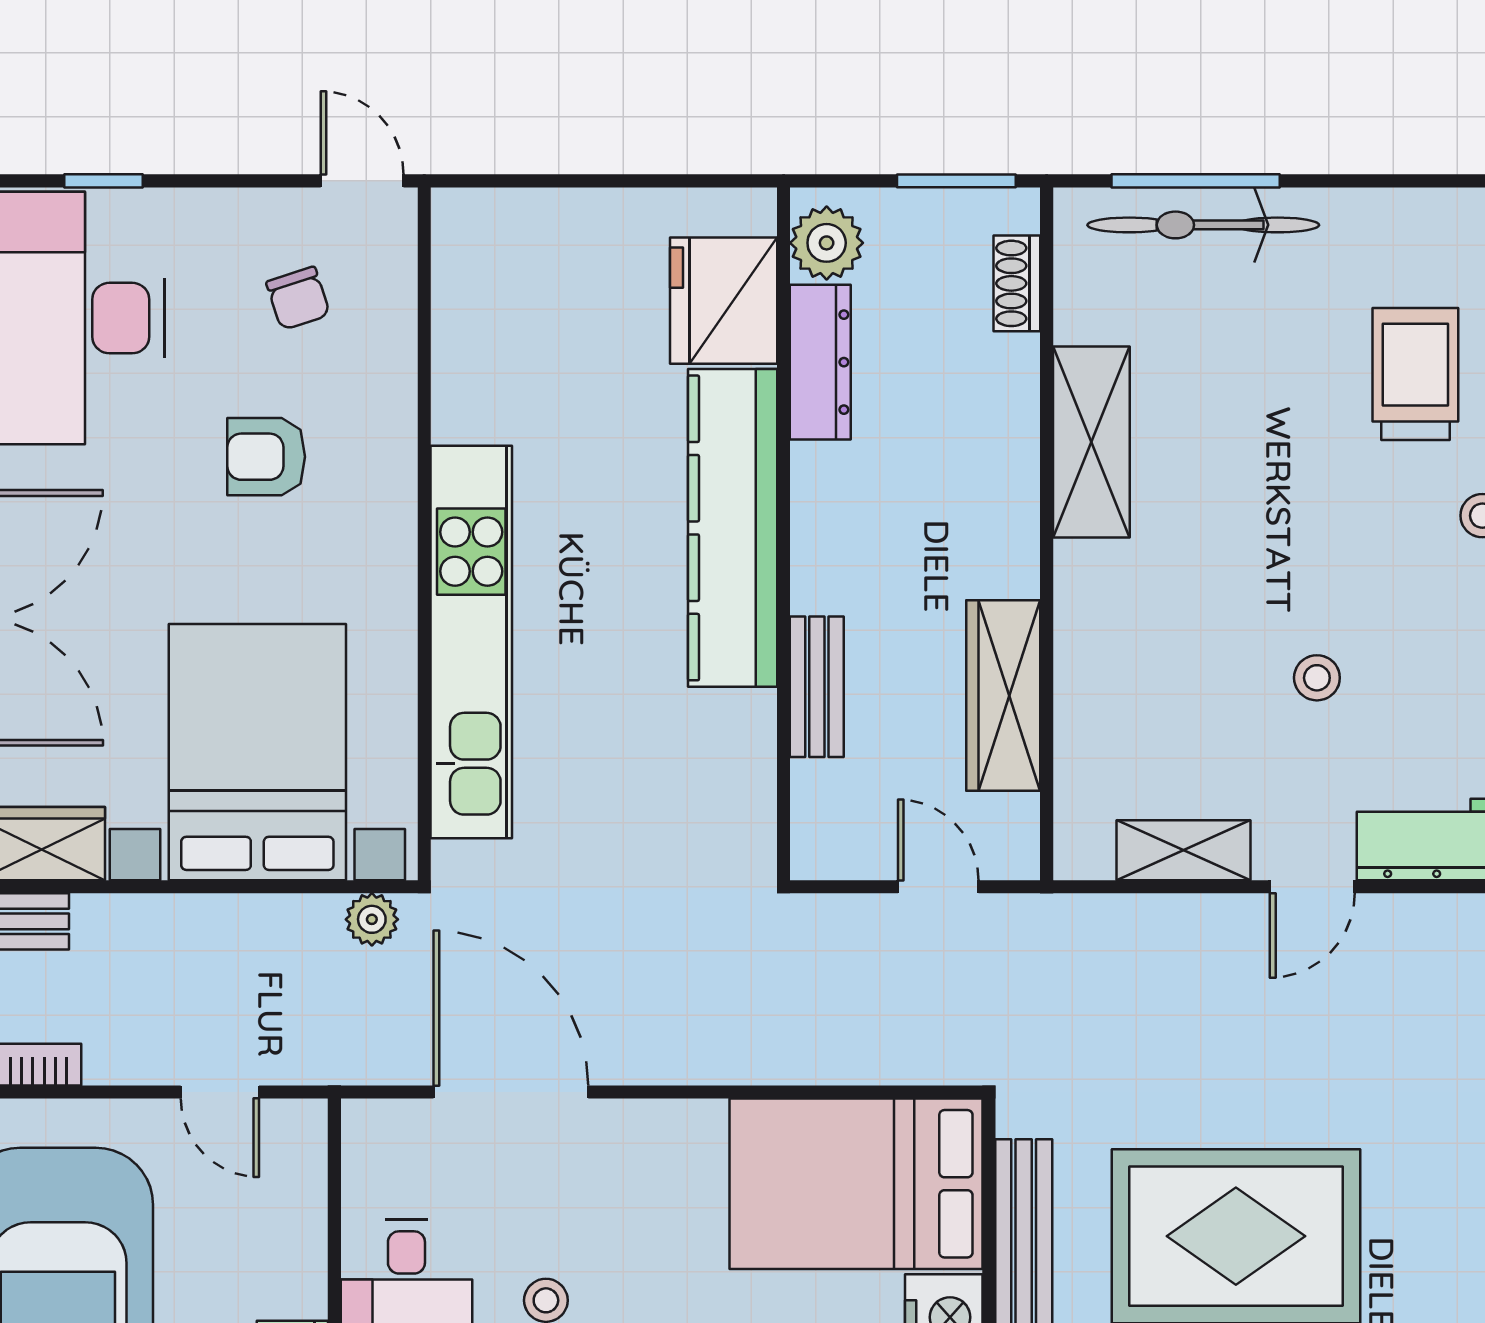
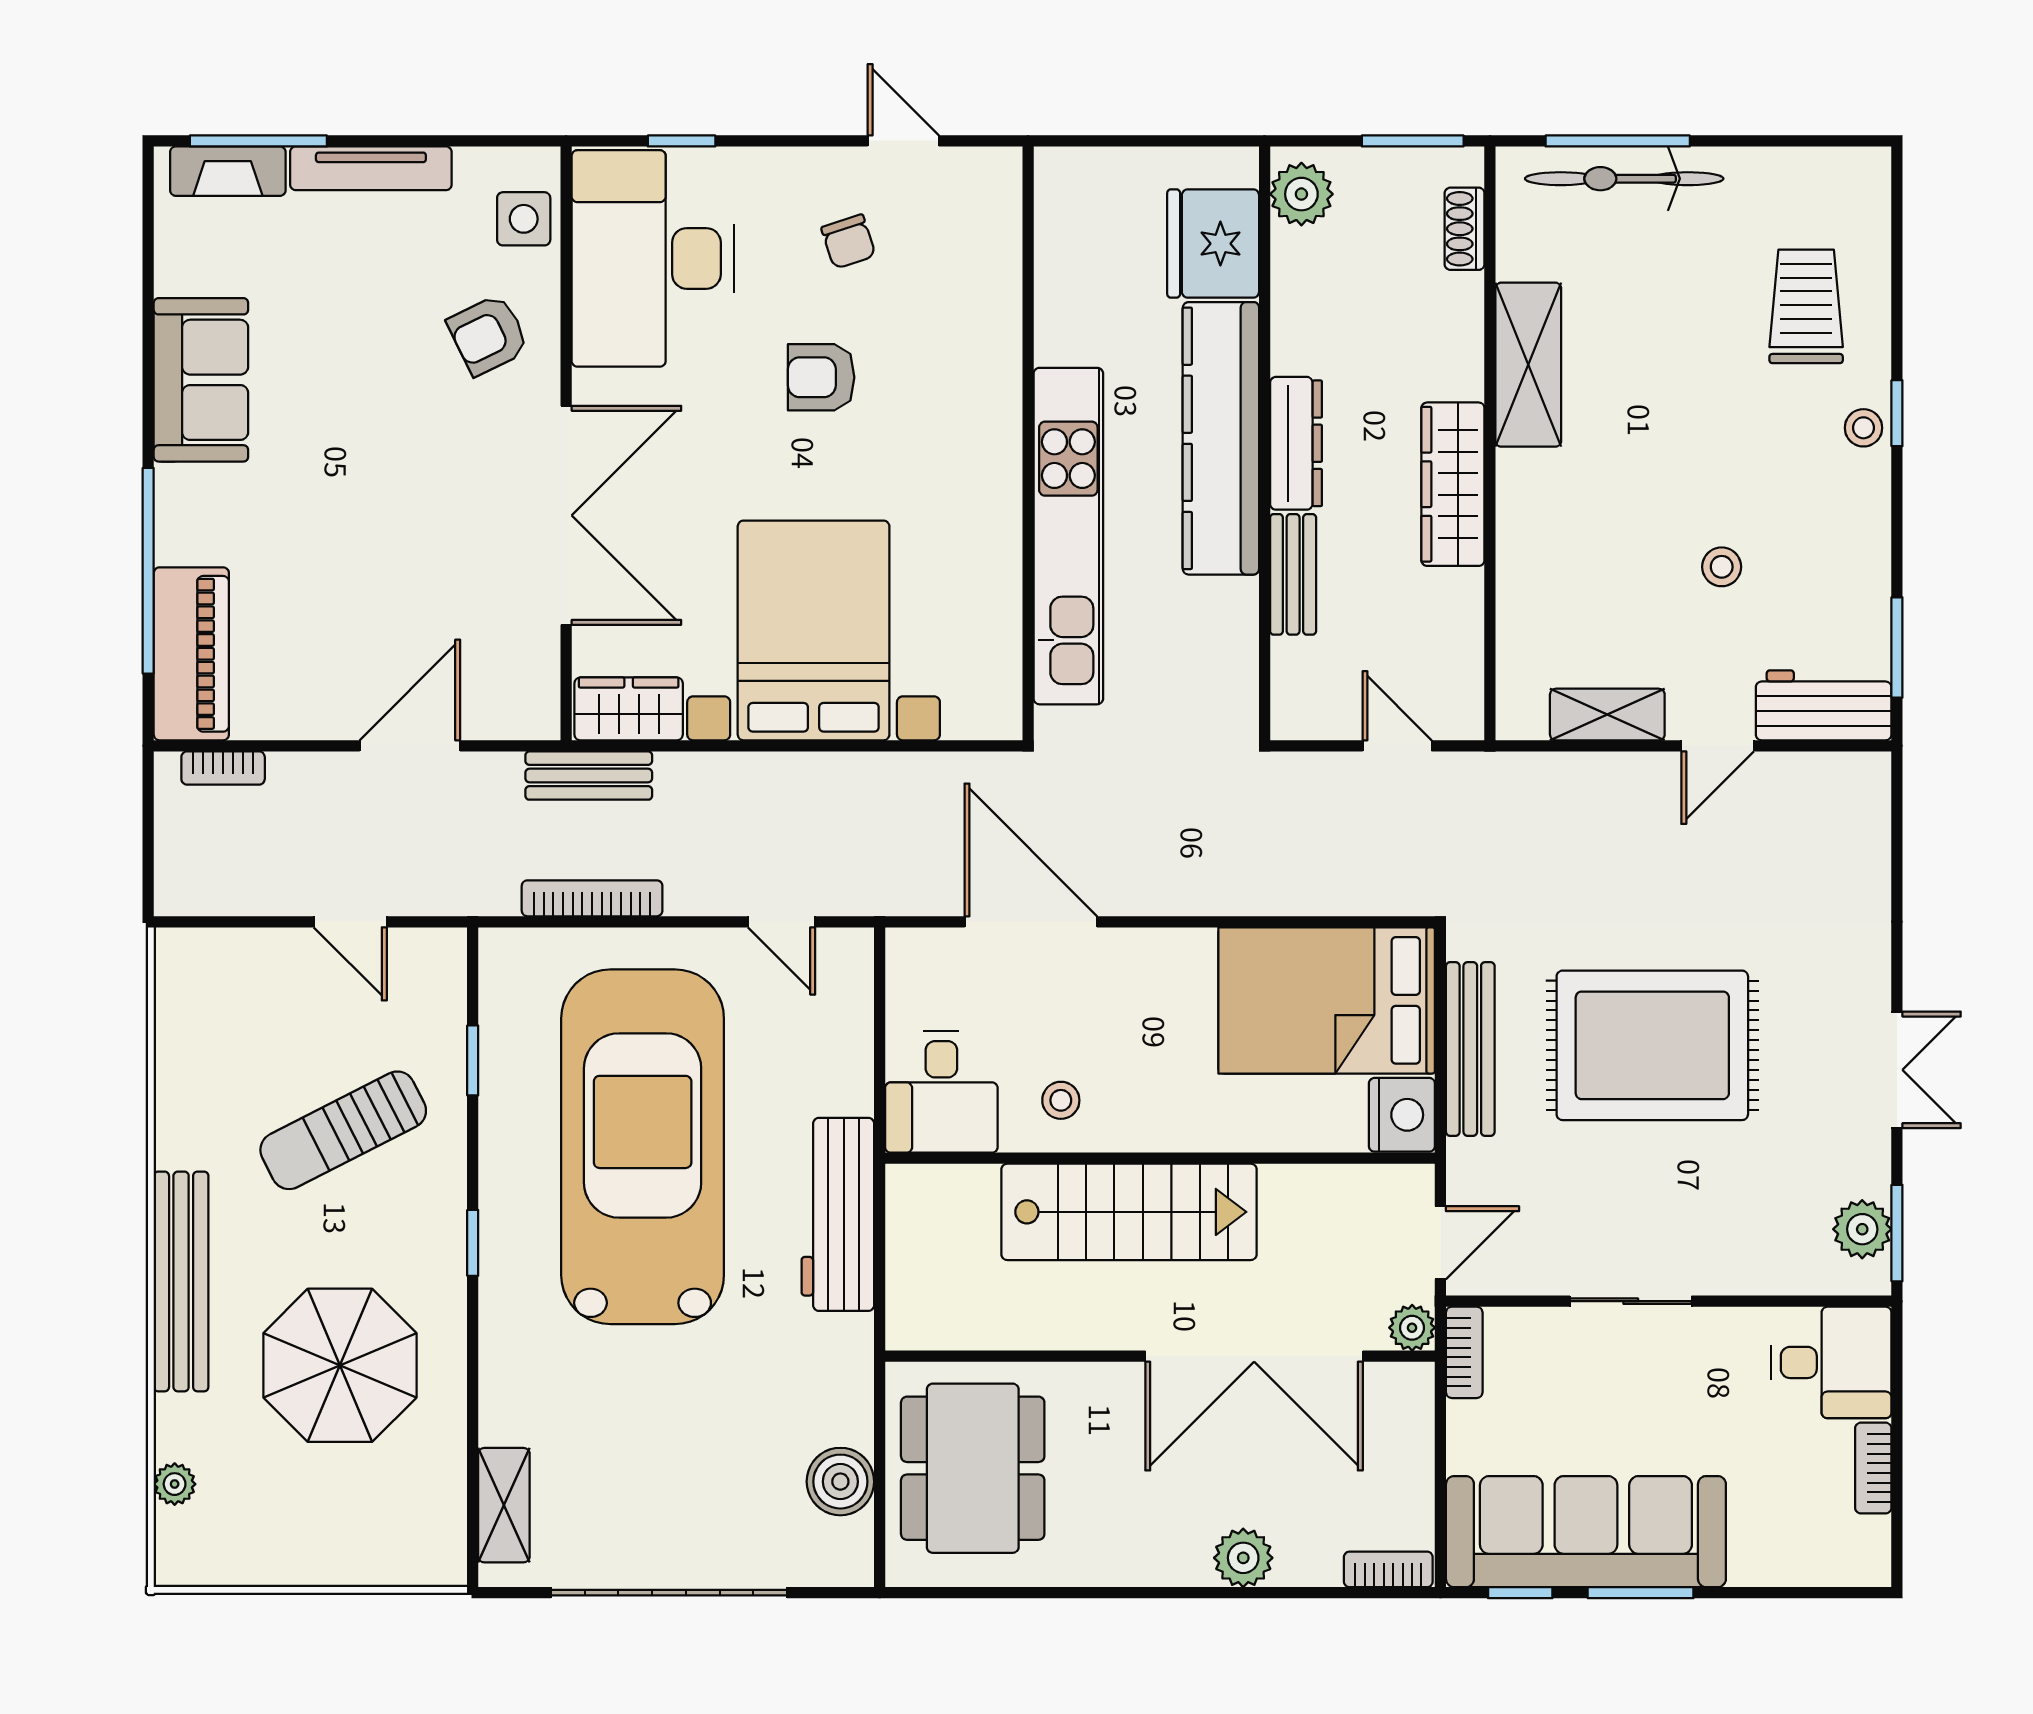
dresser: (820, 362) -> (1296, 443), moved
wall: (424, 534) -> (1028, 443), moved
kitchen unit: (471, 642) -> (1068, 536), moved
wardrobe: (1003, 696) -> (1453, 484), moved
plant: (372, 919) -> (912, 774), removed

